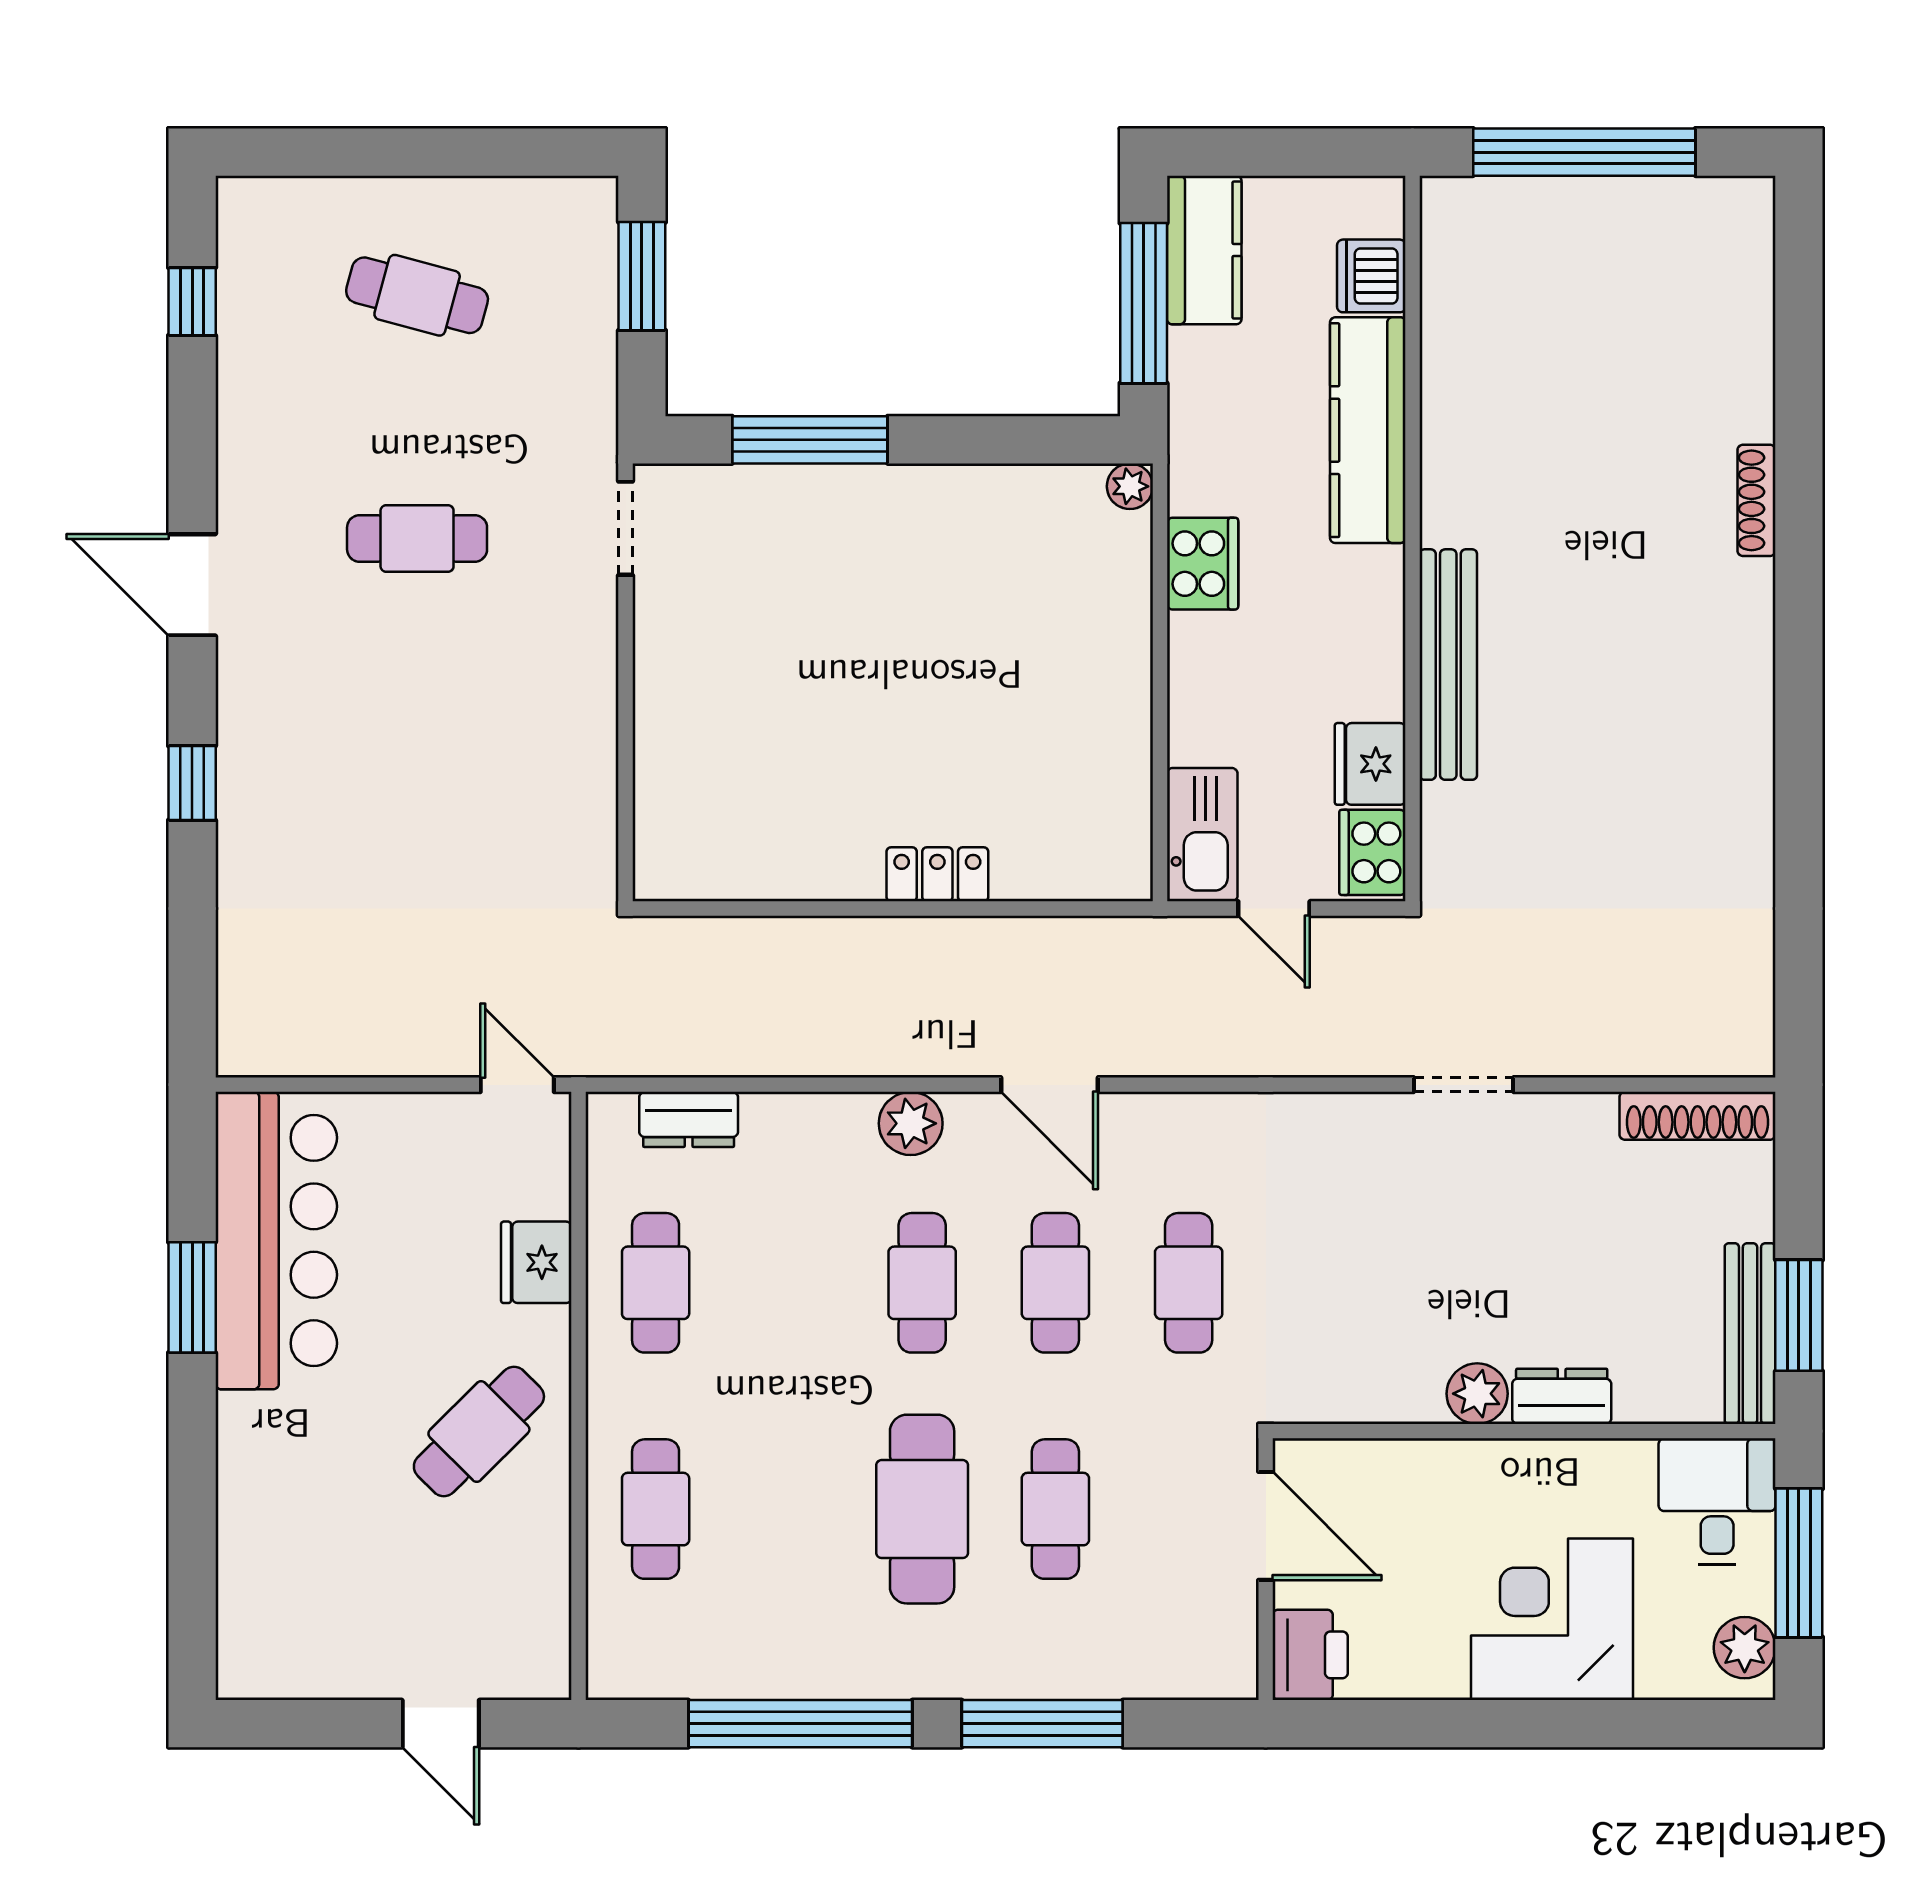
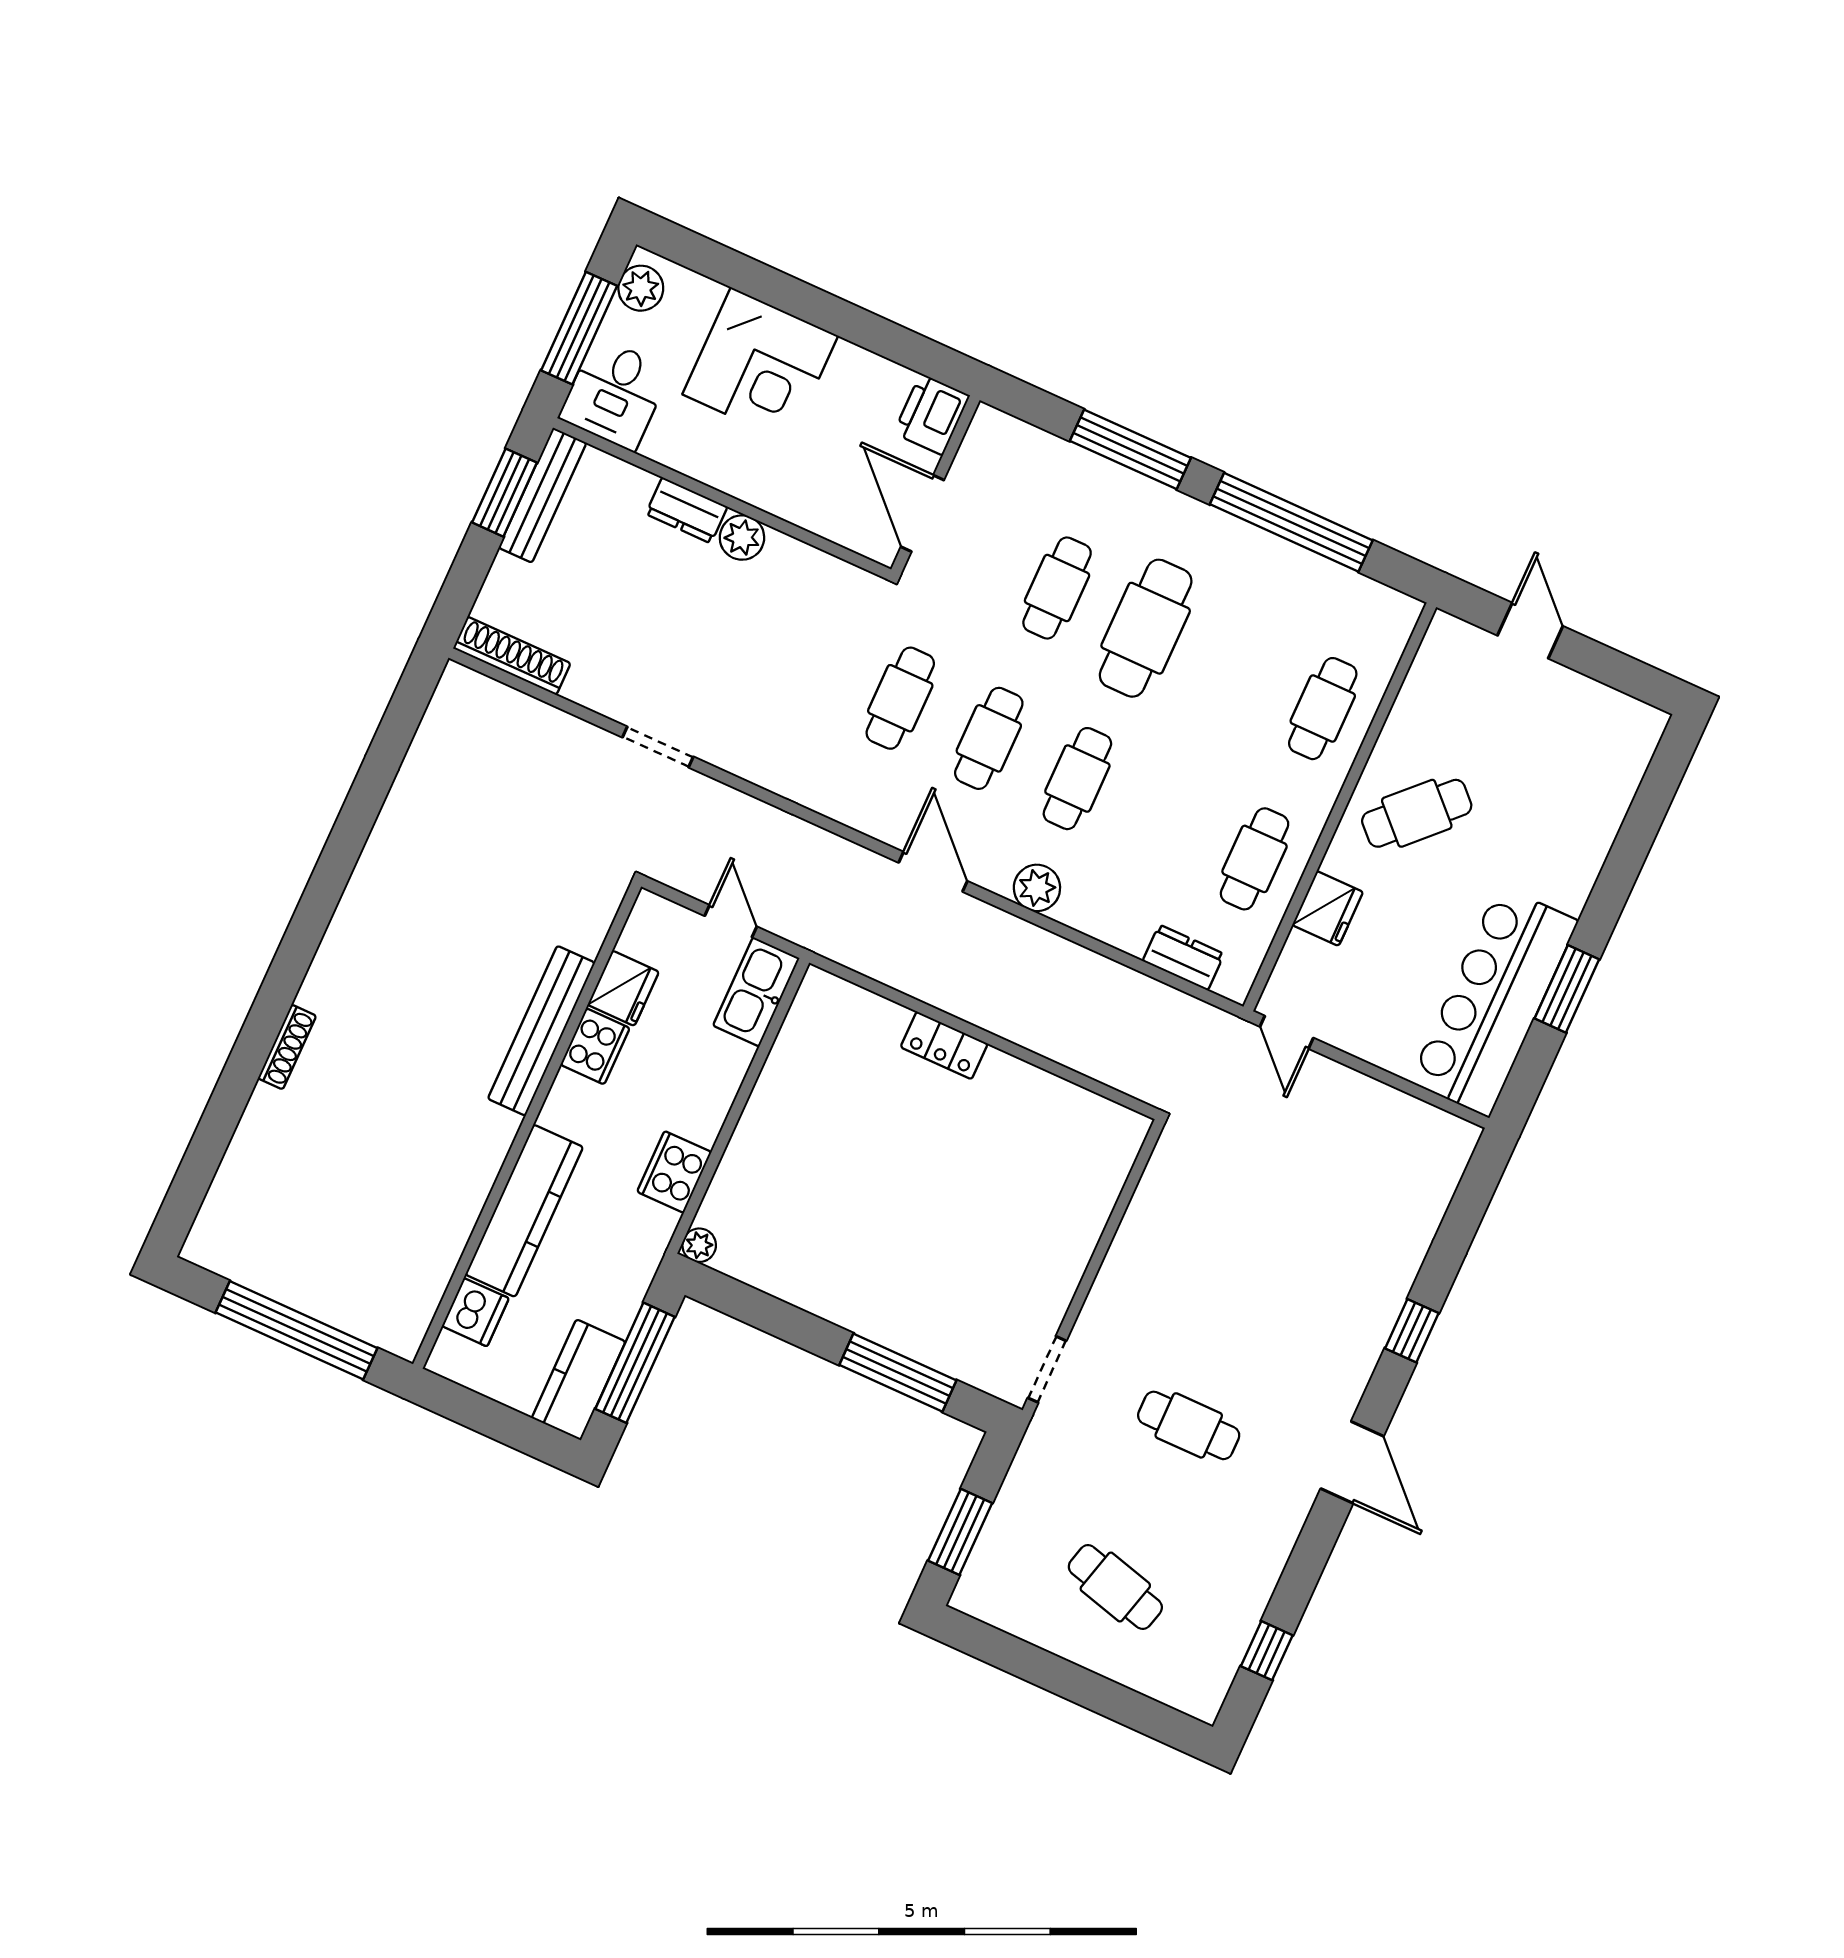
cooker: (1372, 852) -> (595, 1046), moved

